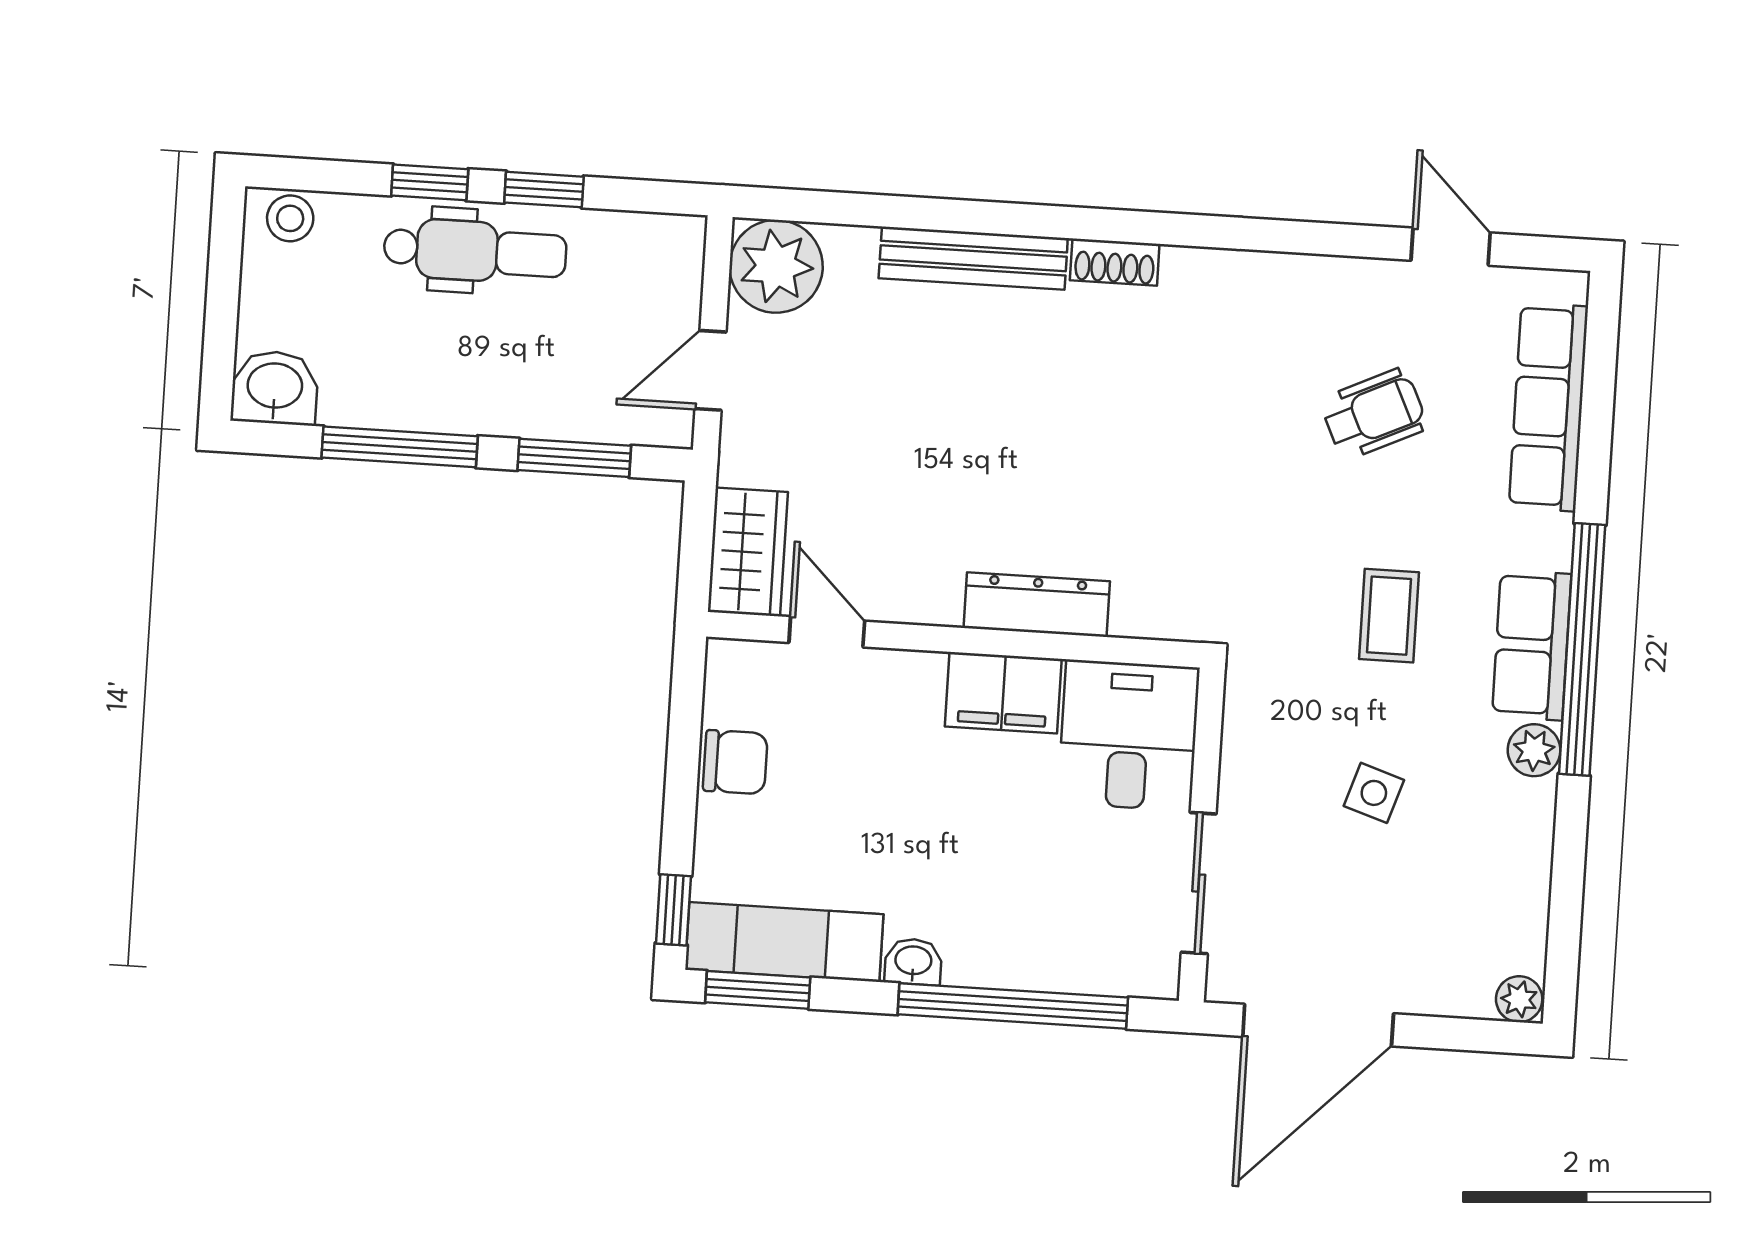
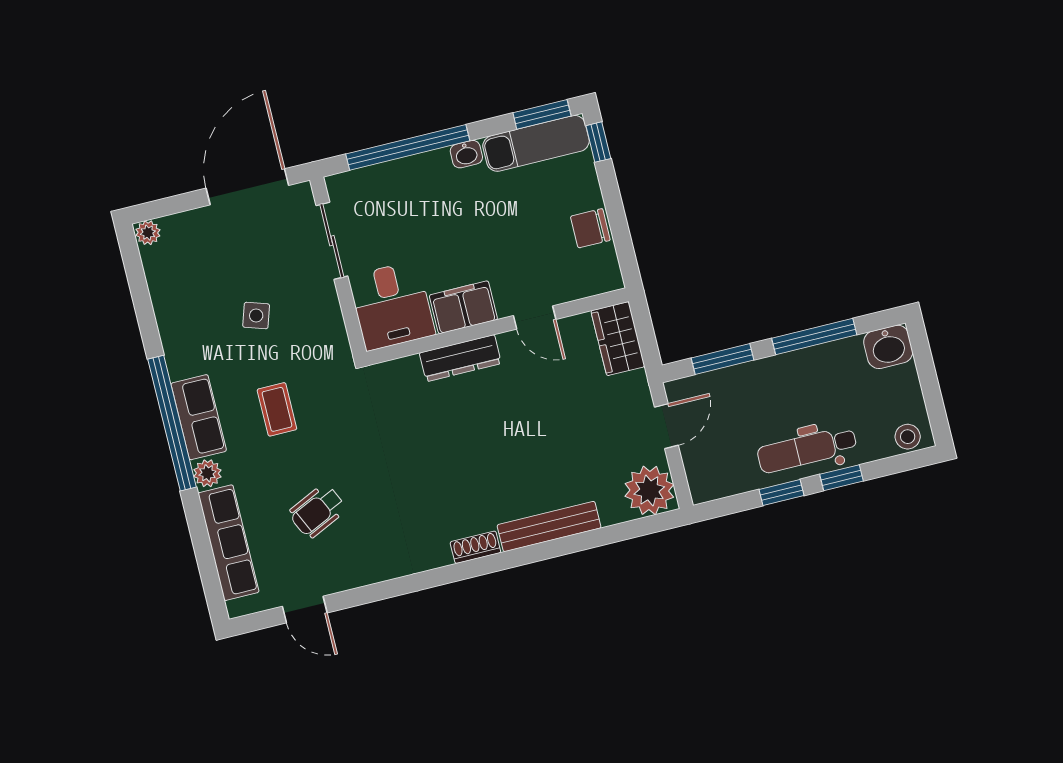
door: (827, 632) -> (535, 317), moved
plant: (1534, 750) -> (207, 473), moved

